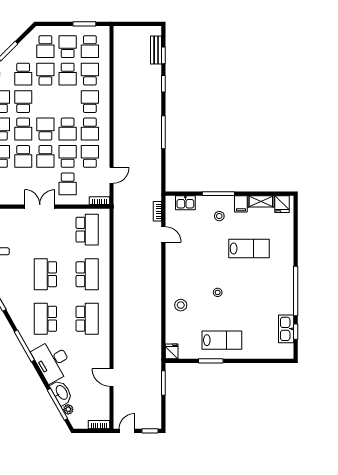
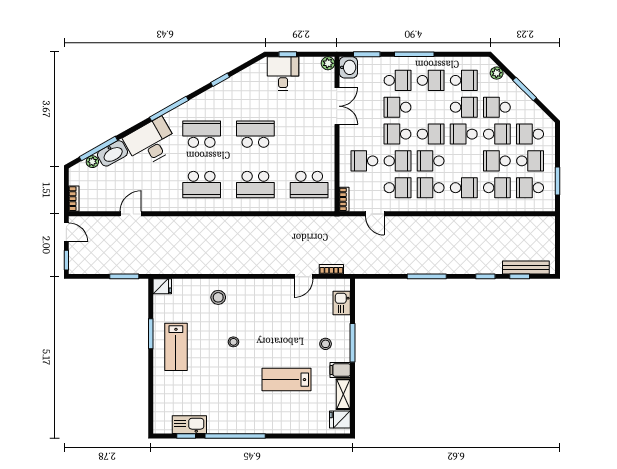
bench: (156, 50) -> (526, 268), width x1.36
school desk: (23, 129) -> (464, 134), moved
double door: (40, 207) -> (337, 106), moved
lab bench: (249, 248) -> (286, 380), turned 90

